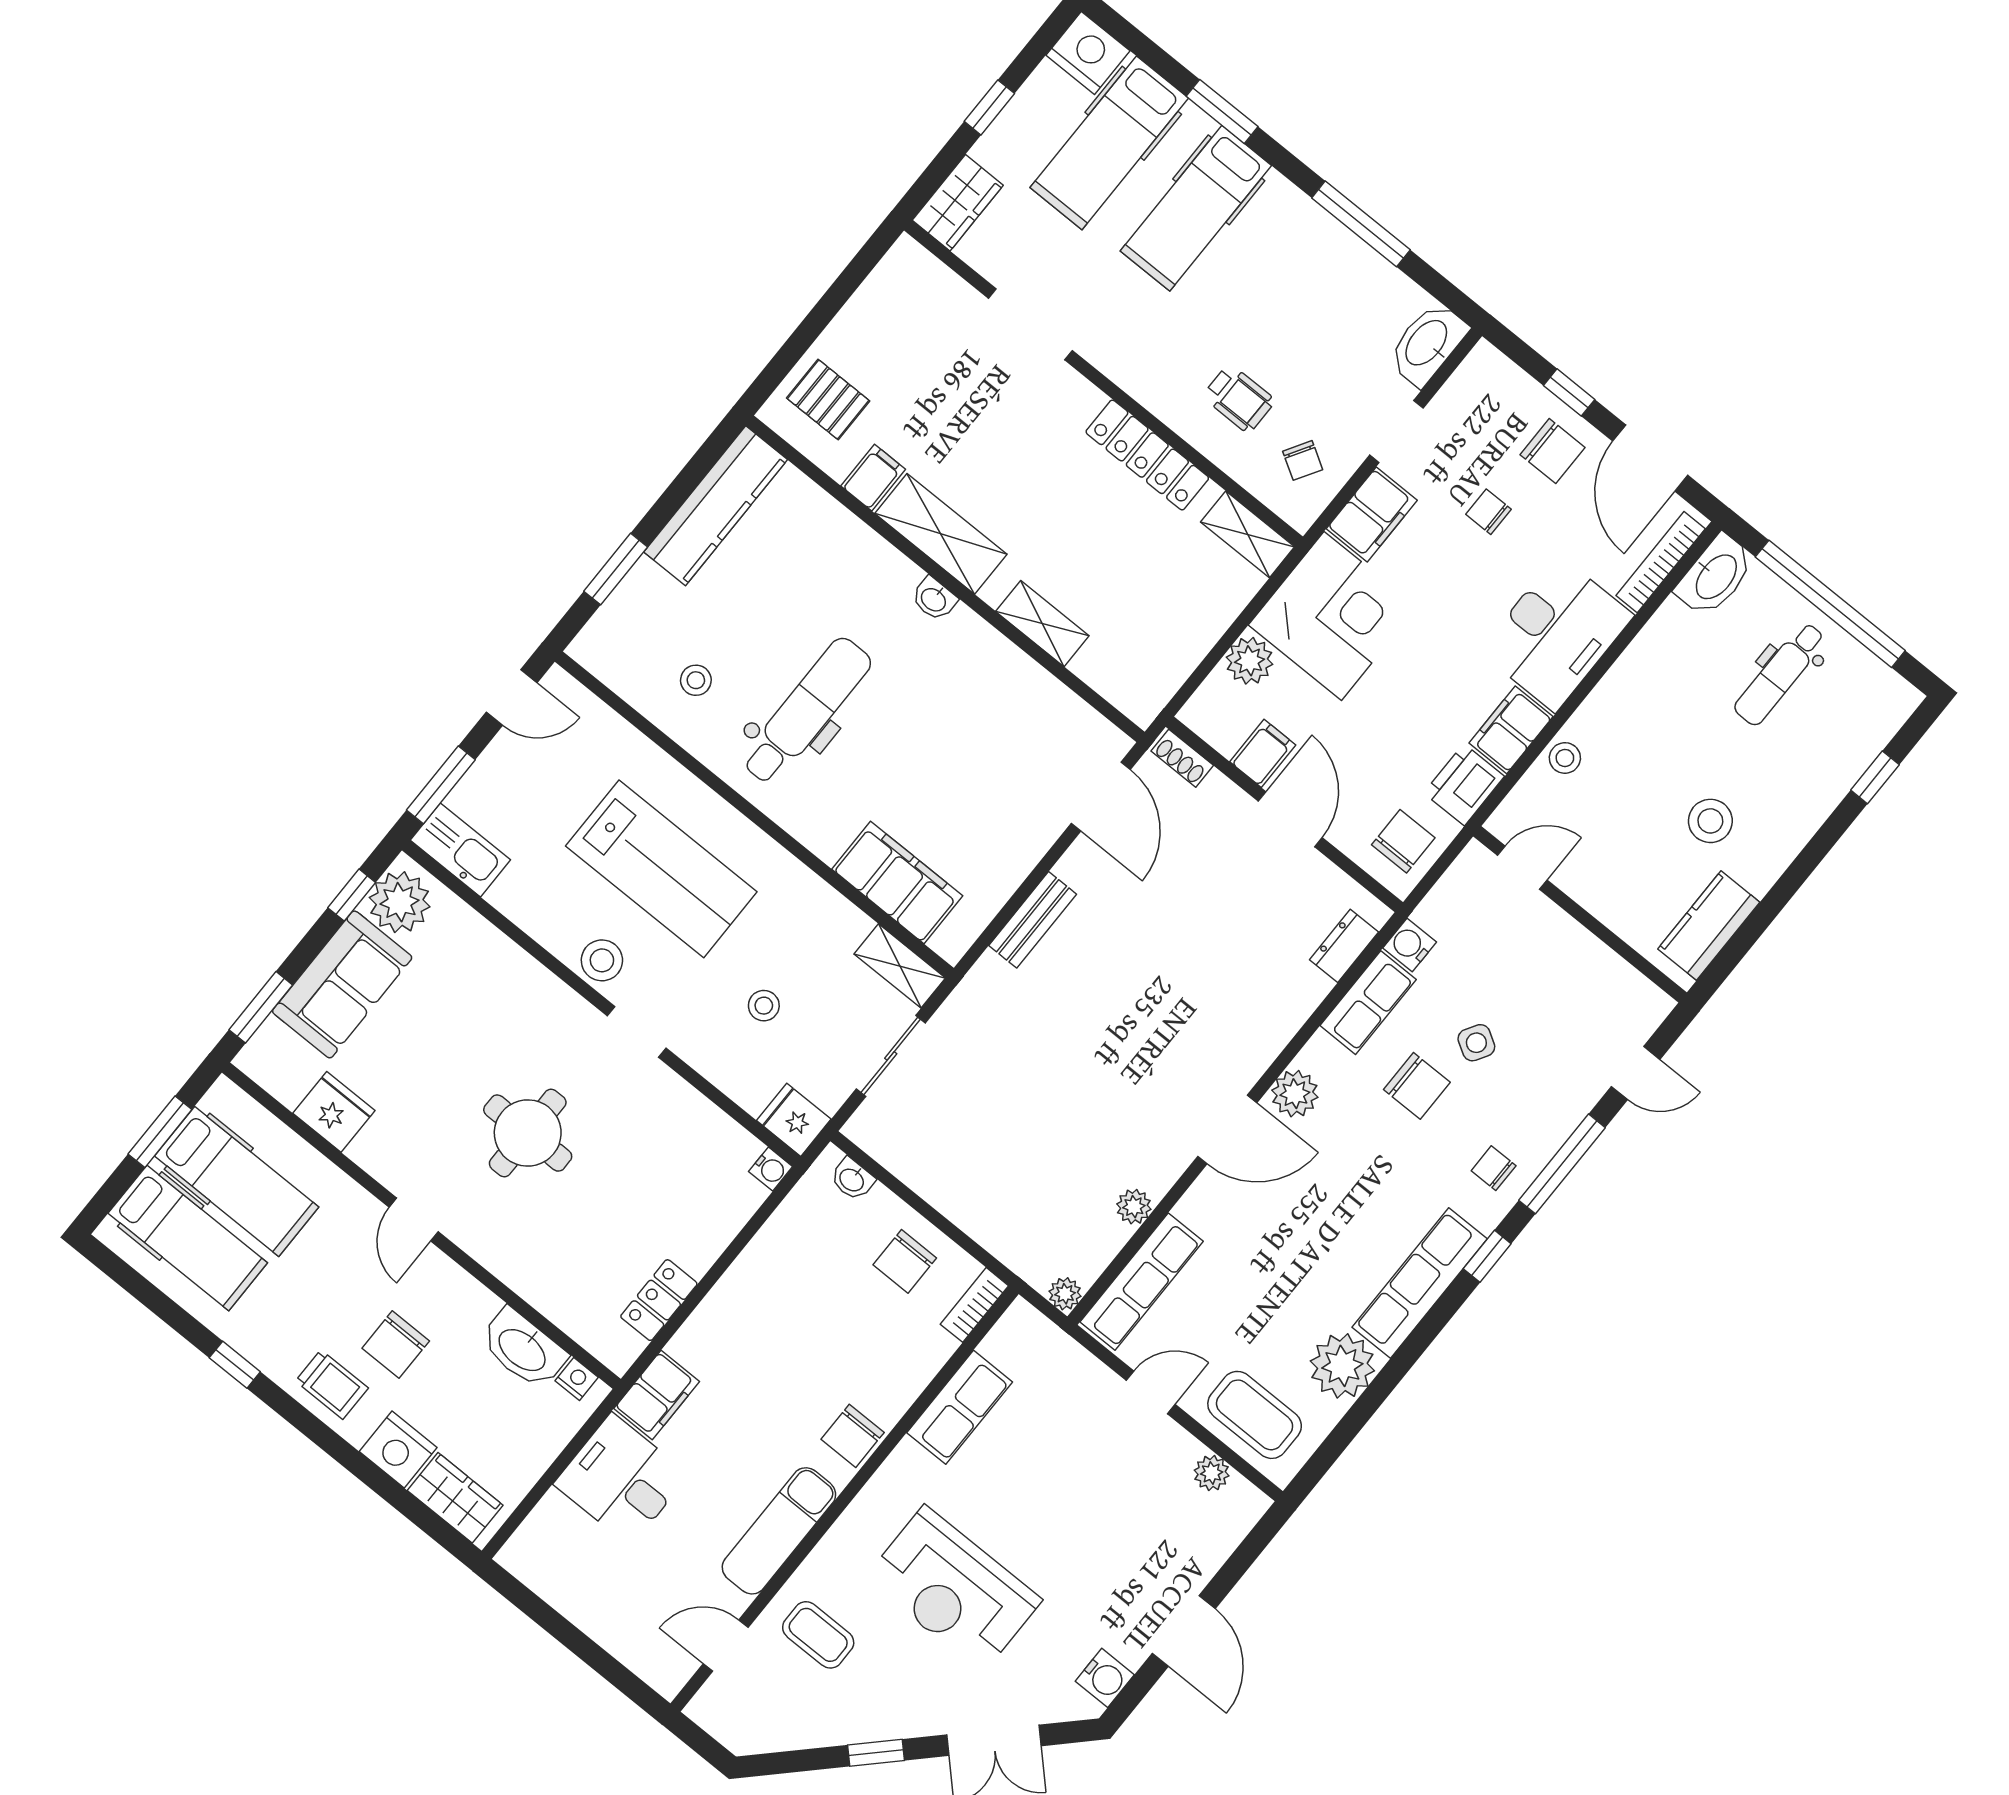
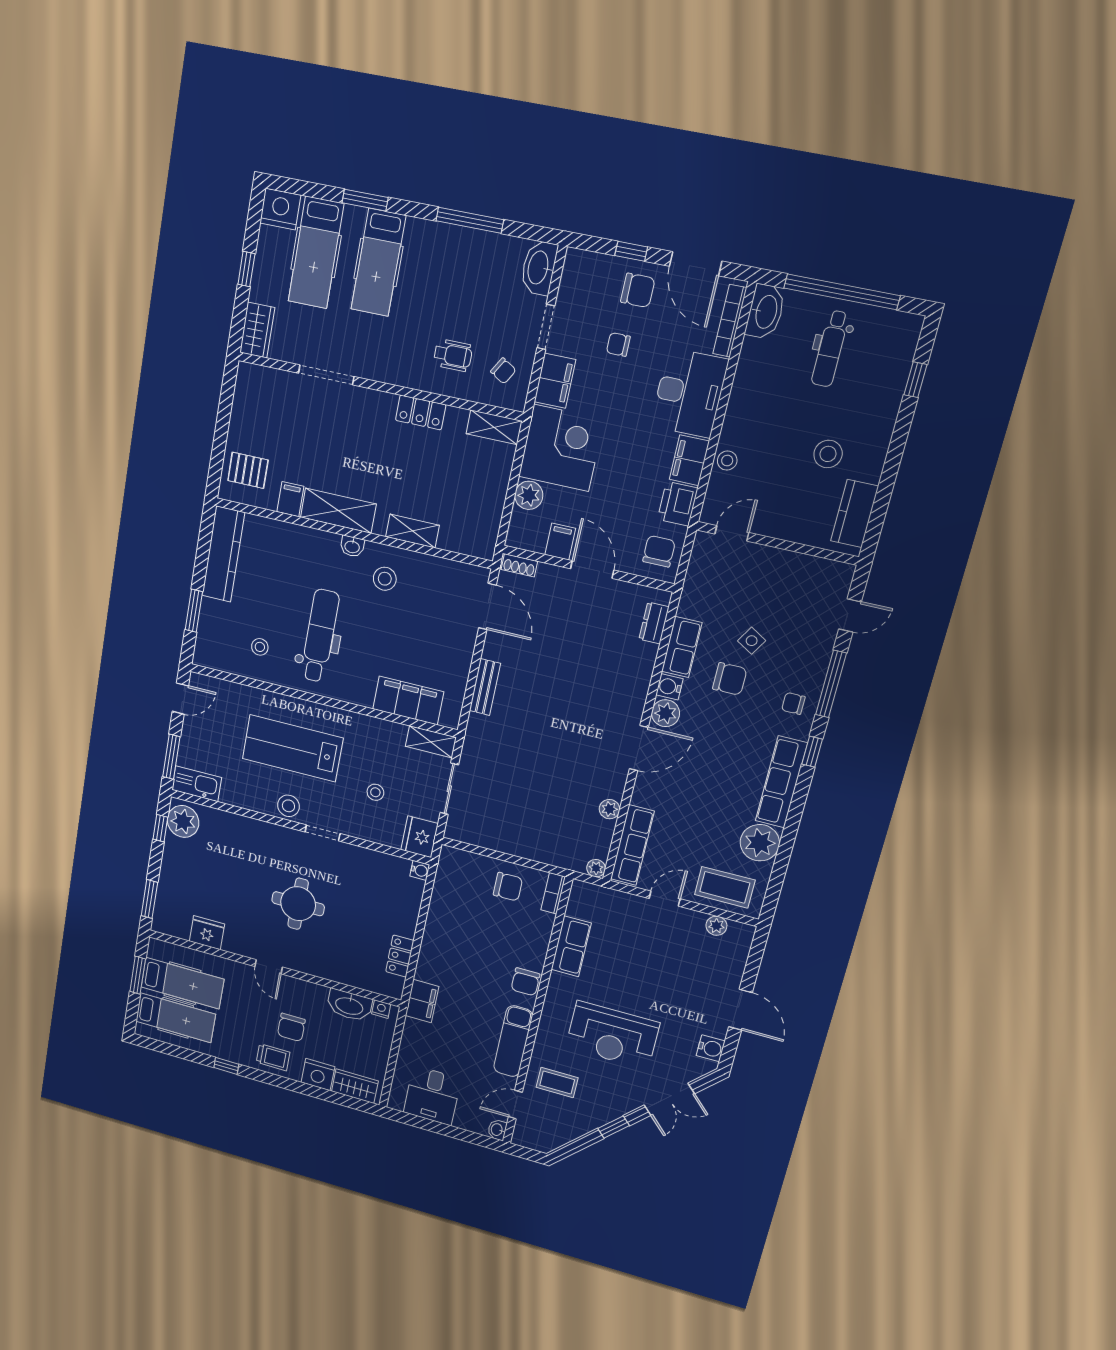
locker: (1147, 455) -> (421, 412), width x0.66
stool: (960, 674) -> (385, 579), added
lab bench: (661, 869) -> (293, 748), turned 180
water cooler: (1410, 945) -> (669, 687), moved
sofa: (342, 984) -> (179, 872), removed
fridge: (794, 1120) -> (420, 837), width x1.38
washbasin: (852, 1179) -> (497, 1130), moved, turned 90
chair: (905, 1261) -> (508, 887), turned -90
desk: (621, 1479) -> (432, 1095), moved, turned -90

